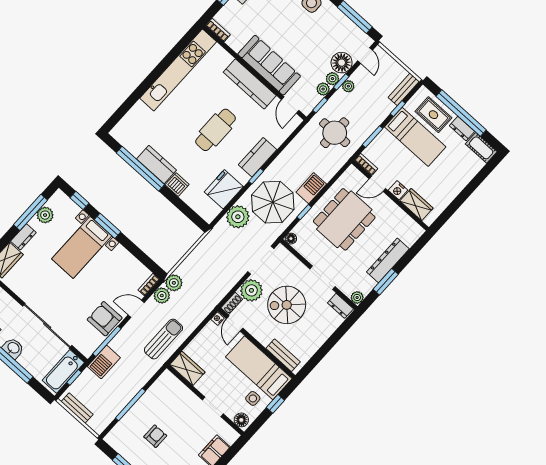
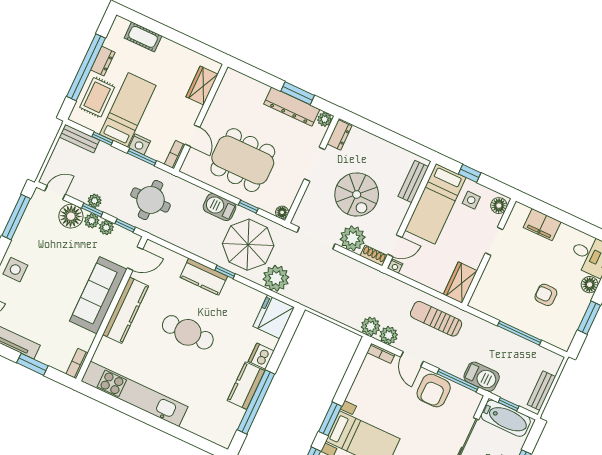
cot: (481, 148) -> (143, 37), moved, turned 90
fridge: (224, 189) -> (274, 317), moved, turned 90
nightstand: (398, 190) -> (140, 144), moved, turned 90
dresser: (388, 260) -> (292, 107), moved

